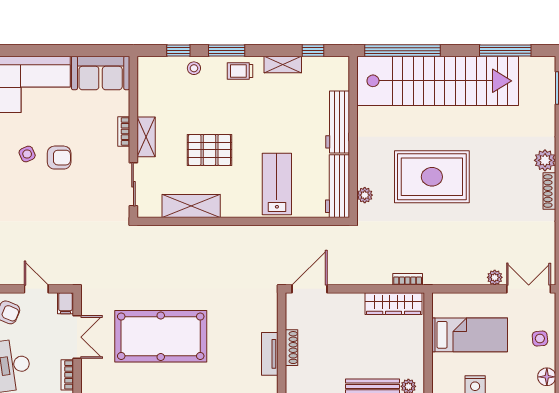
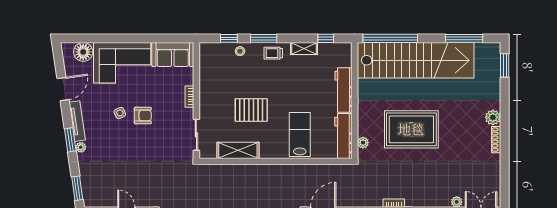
shelving: (146, 137) -> (206, 101), removed

